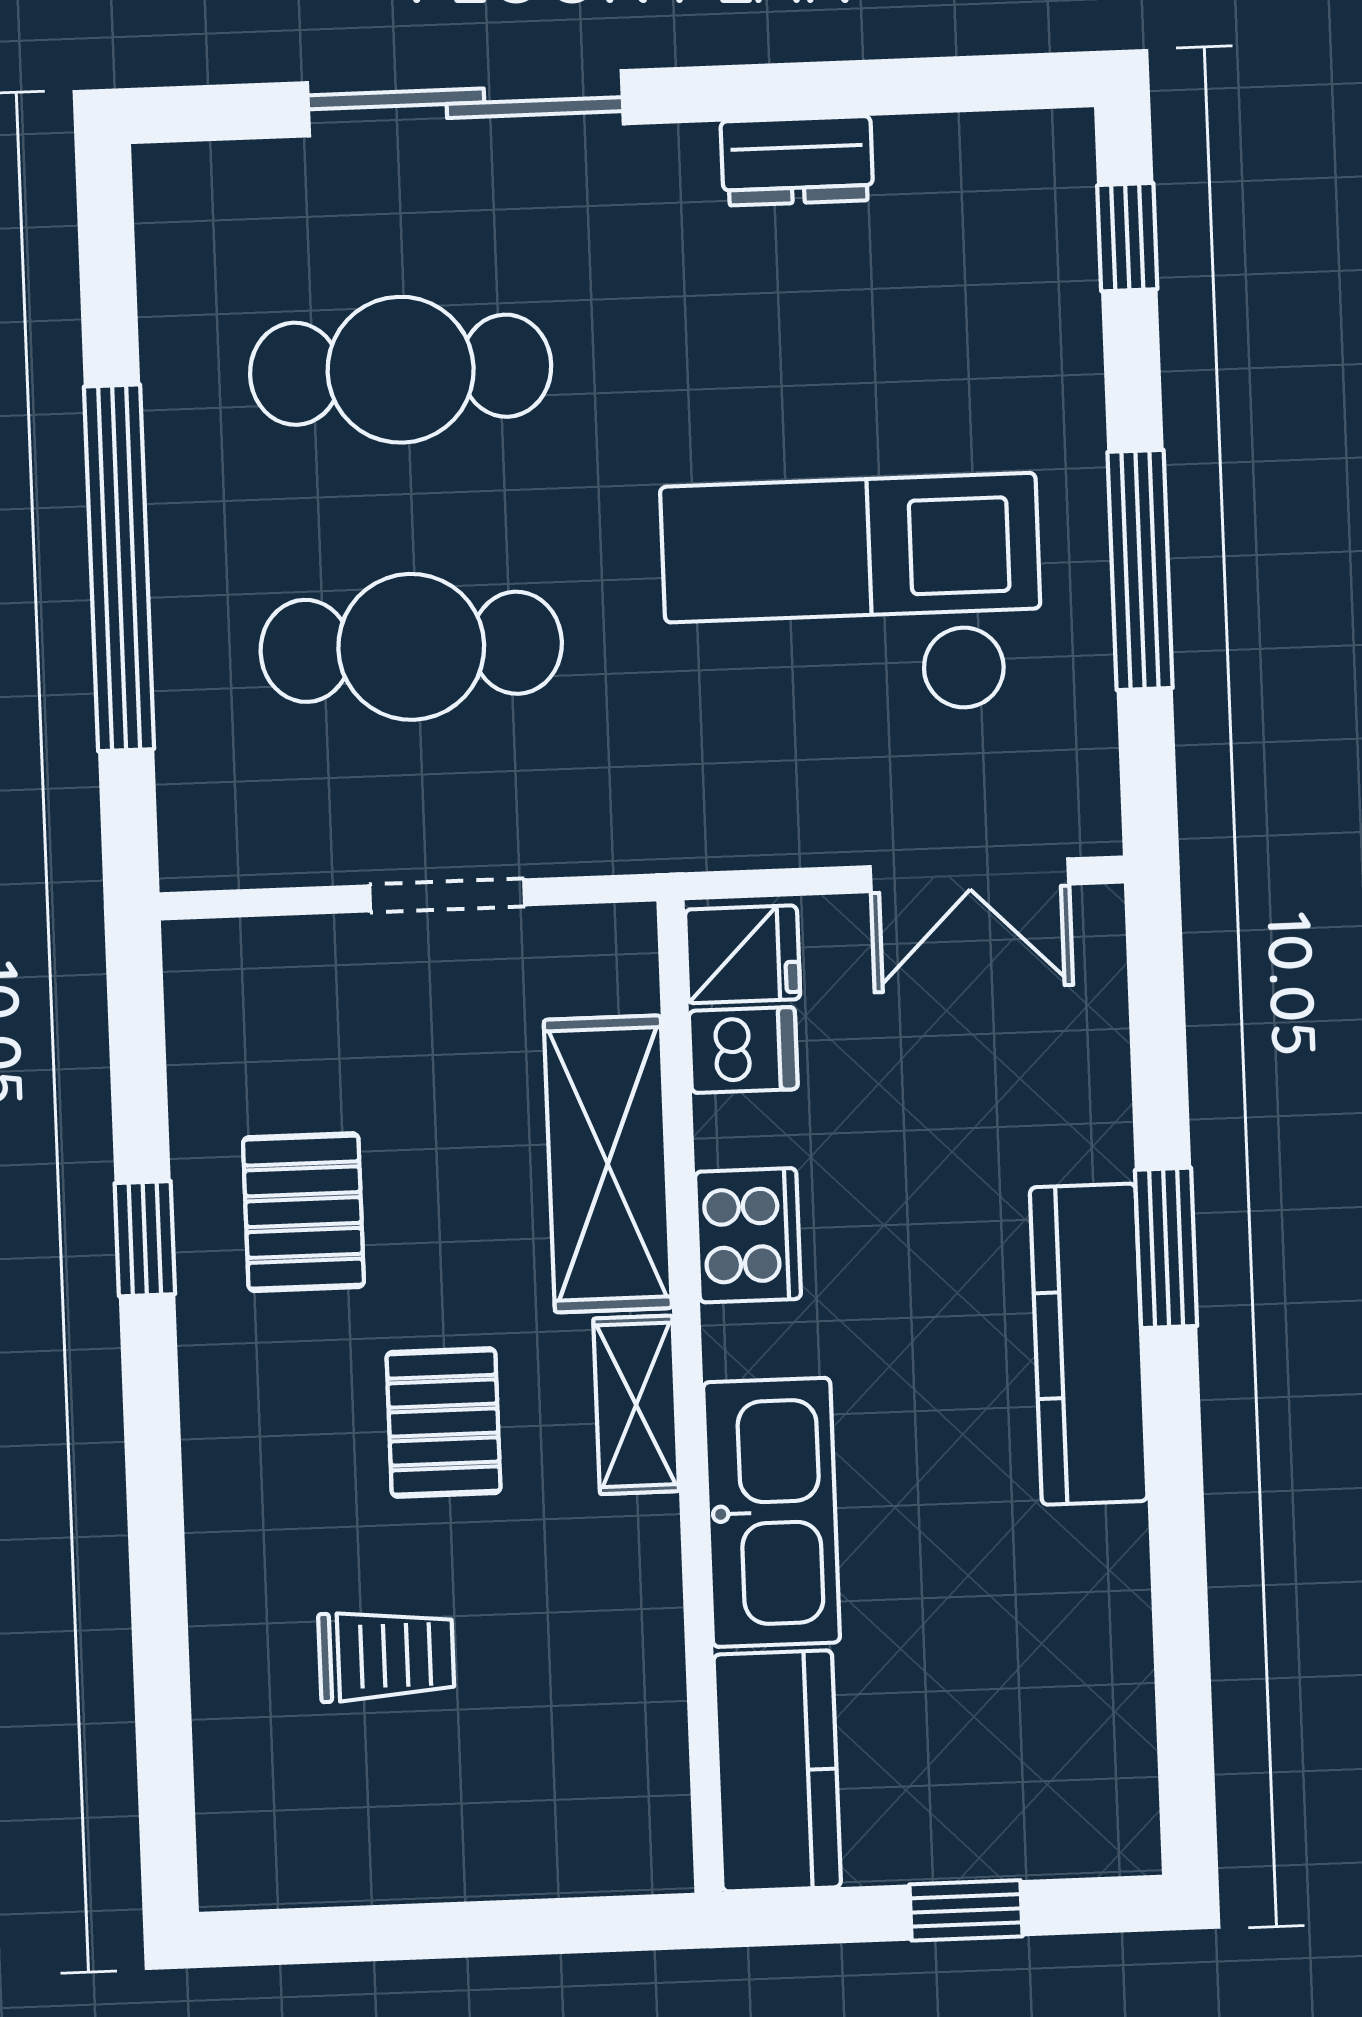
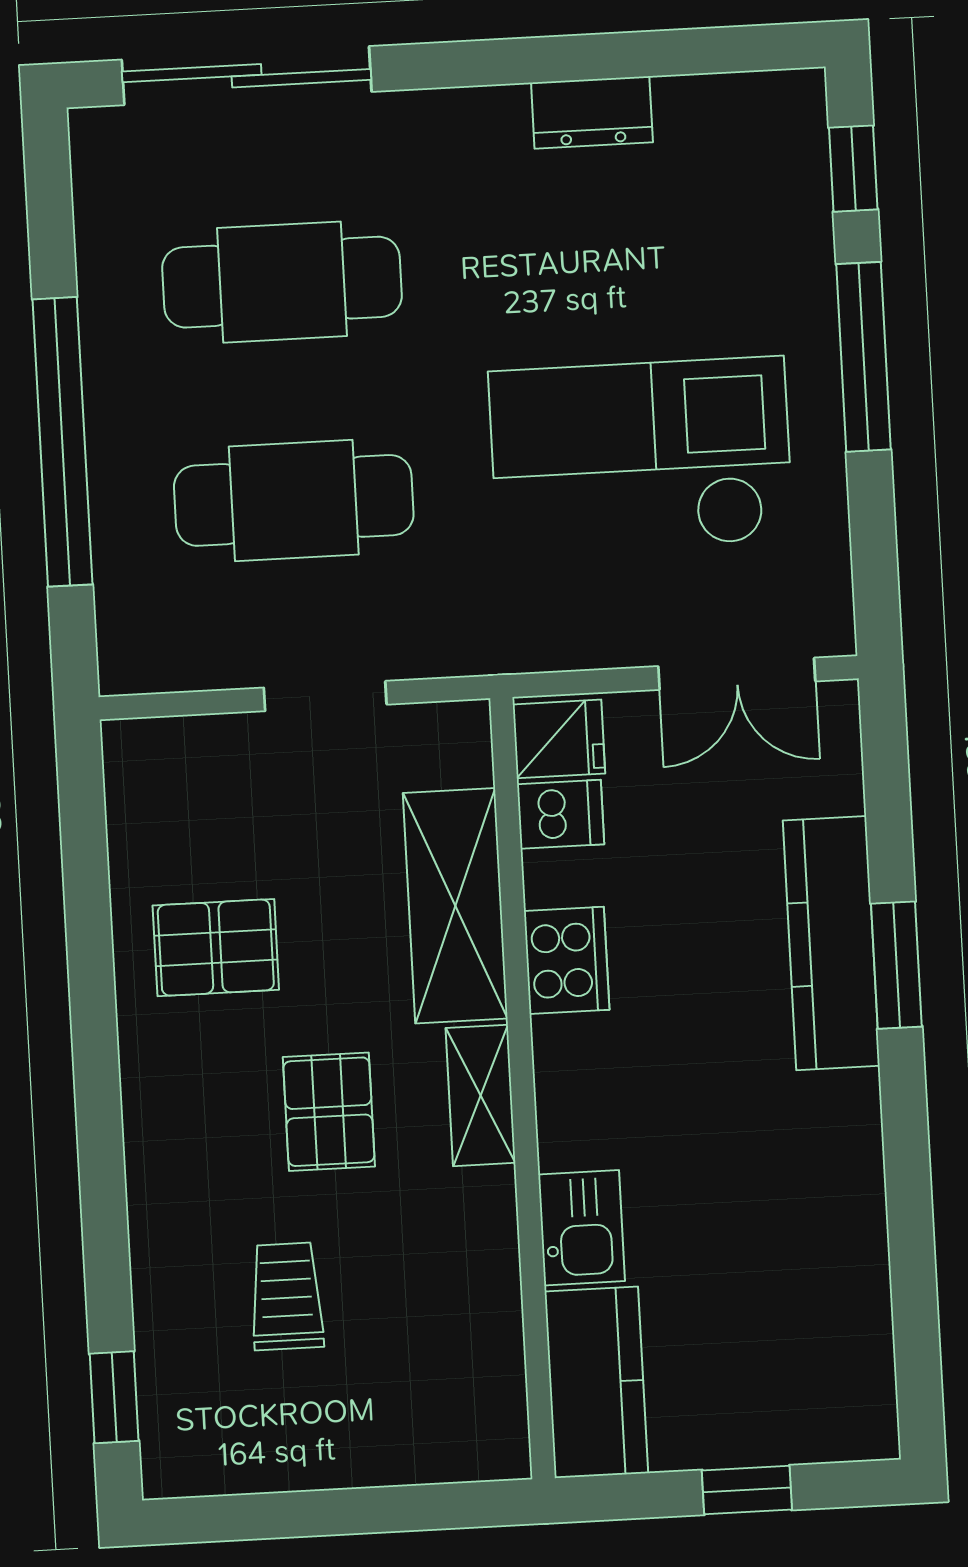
sliding door: (465, 103) -> (247, 76), moved
window: (1140, 570) -> (864, 357), moved
pallet: (303, 1212) -> (216, 948), turned 90
window: (145, 1239) -> (114, 1397), moved
kitchen counter: (1089, 1344) -> (831, 943), moved
kitchen sink: (772, 1512) -> (582, 1228), width x0.53, depth x0.81
trolley: (386, 1656) -> (287, 1296), turned -90

